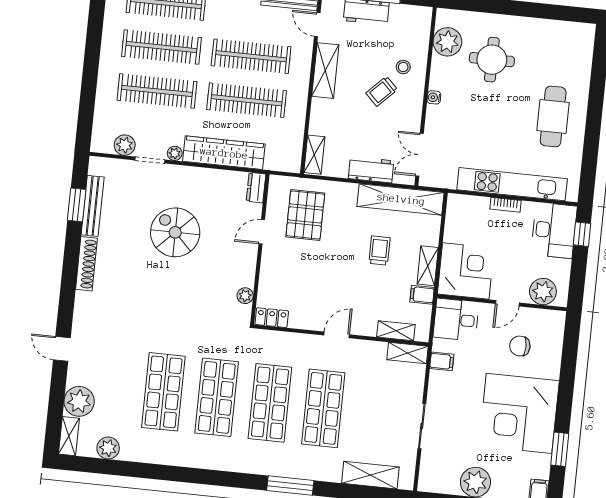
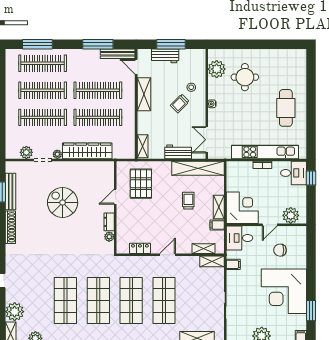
dresser: (256, 188) -> (109, 222), moved
desk: (554, 230) -> (293, 173), width x0.73
locker: (272, 318) -> (140, 248), moved

